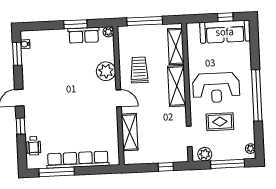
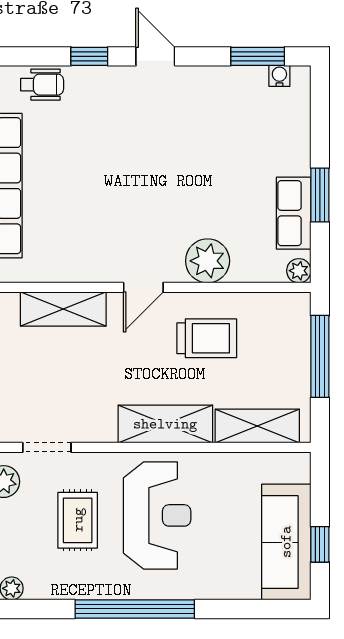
reception desk: (216, 88) -> (157, 515), turned 180
wheelchair: (34, 146) -> (42, 85), turned 180

